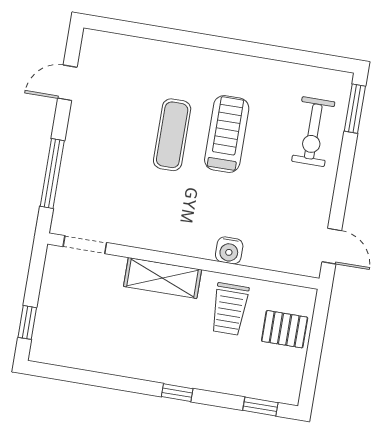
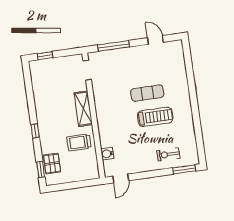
exercise bike: (313, 132) -> (168, 154), width x0.73, depth x0.72
water cooler: (229, 250) -> (107, 154), moved
pallet: (285, 329) -> (52, 163), moved

